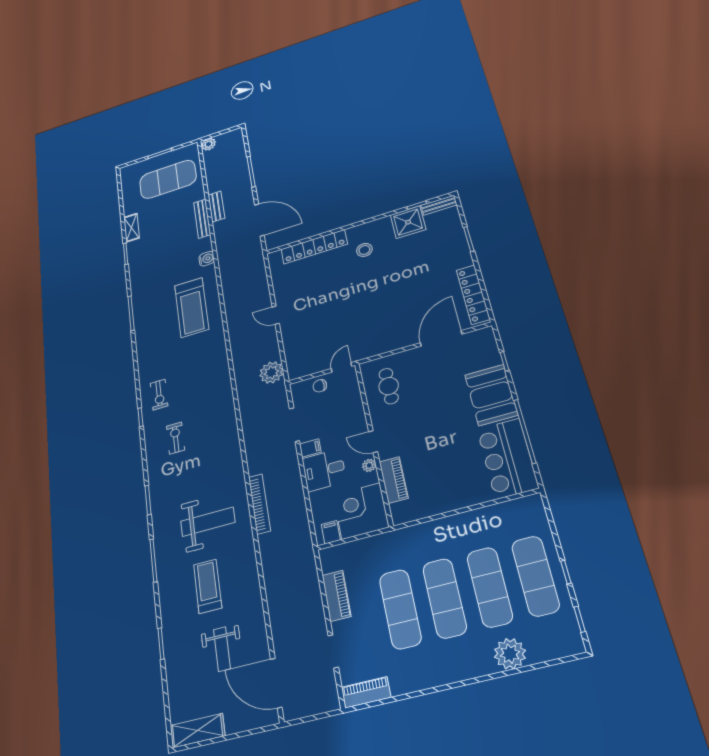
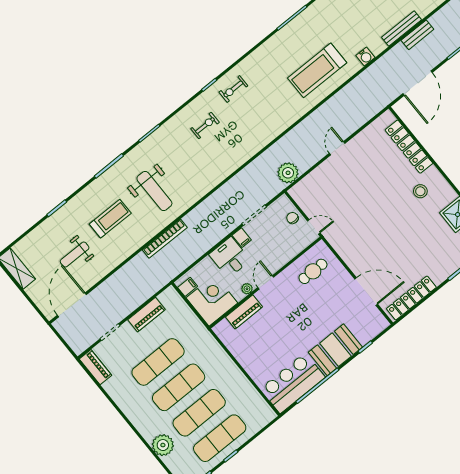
bookcase: (259, 504) -> (165, 239), moved

